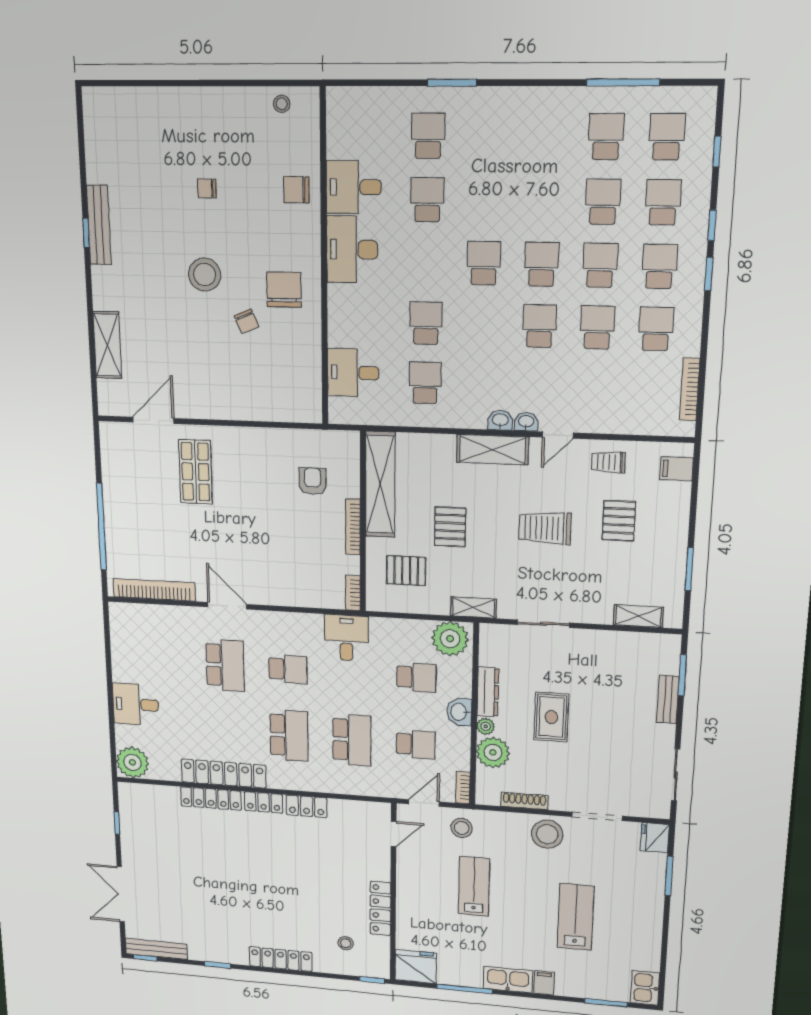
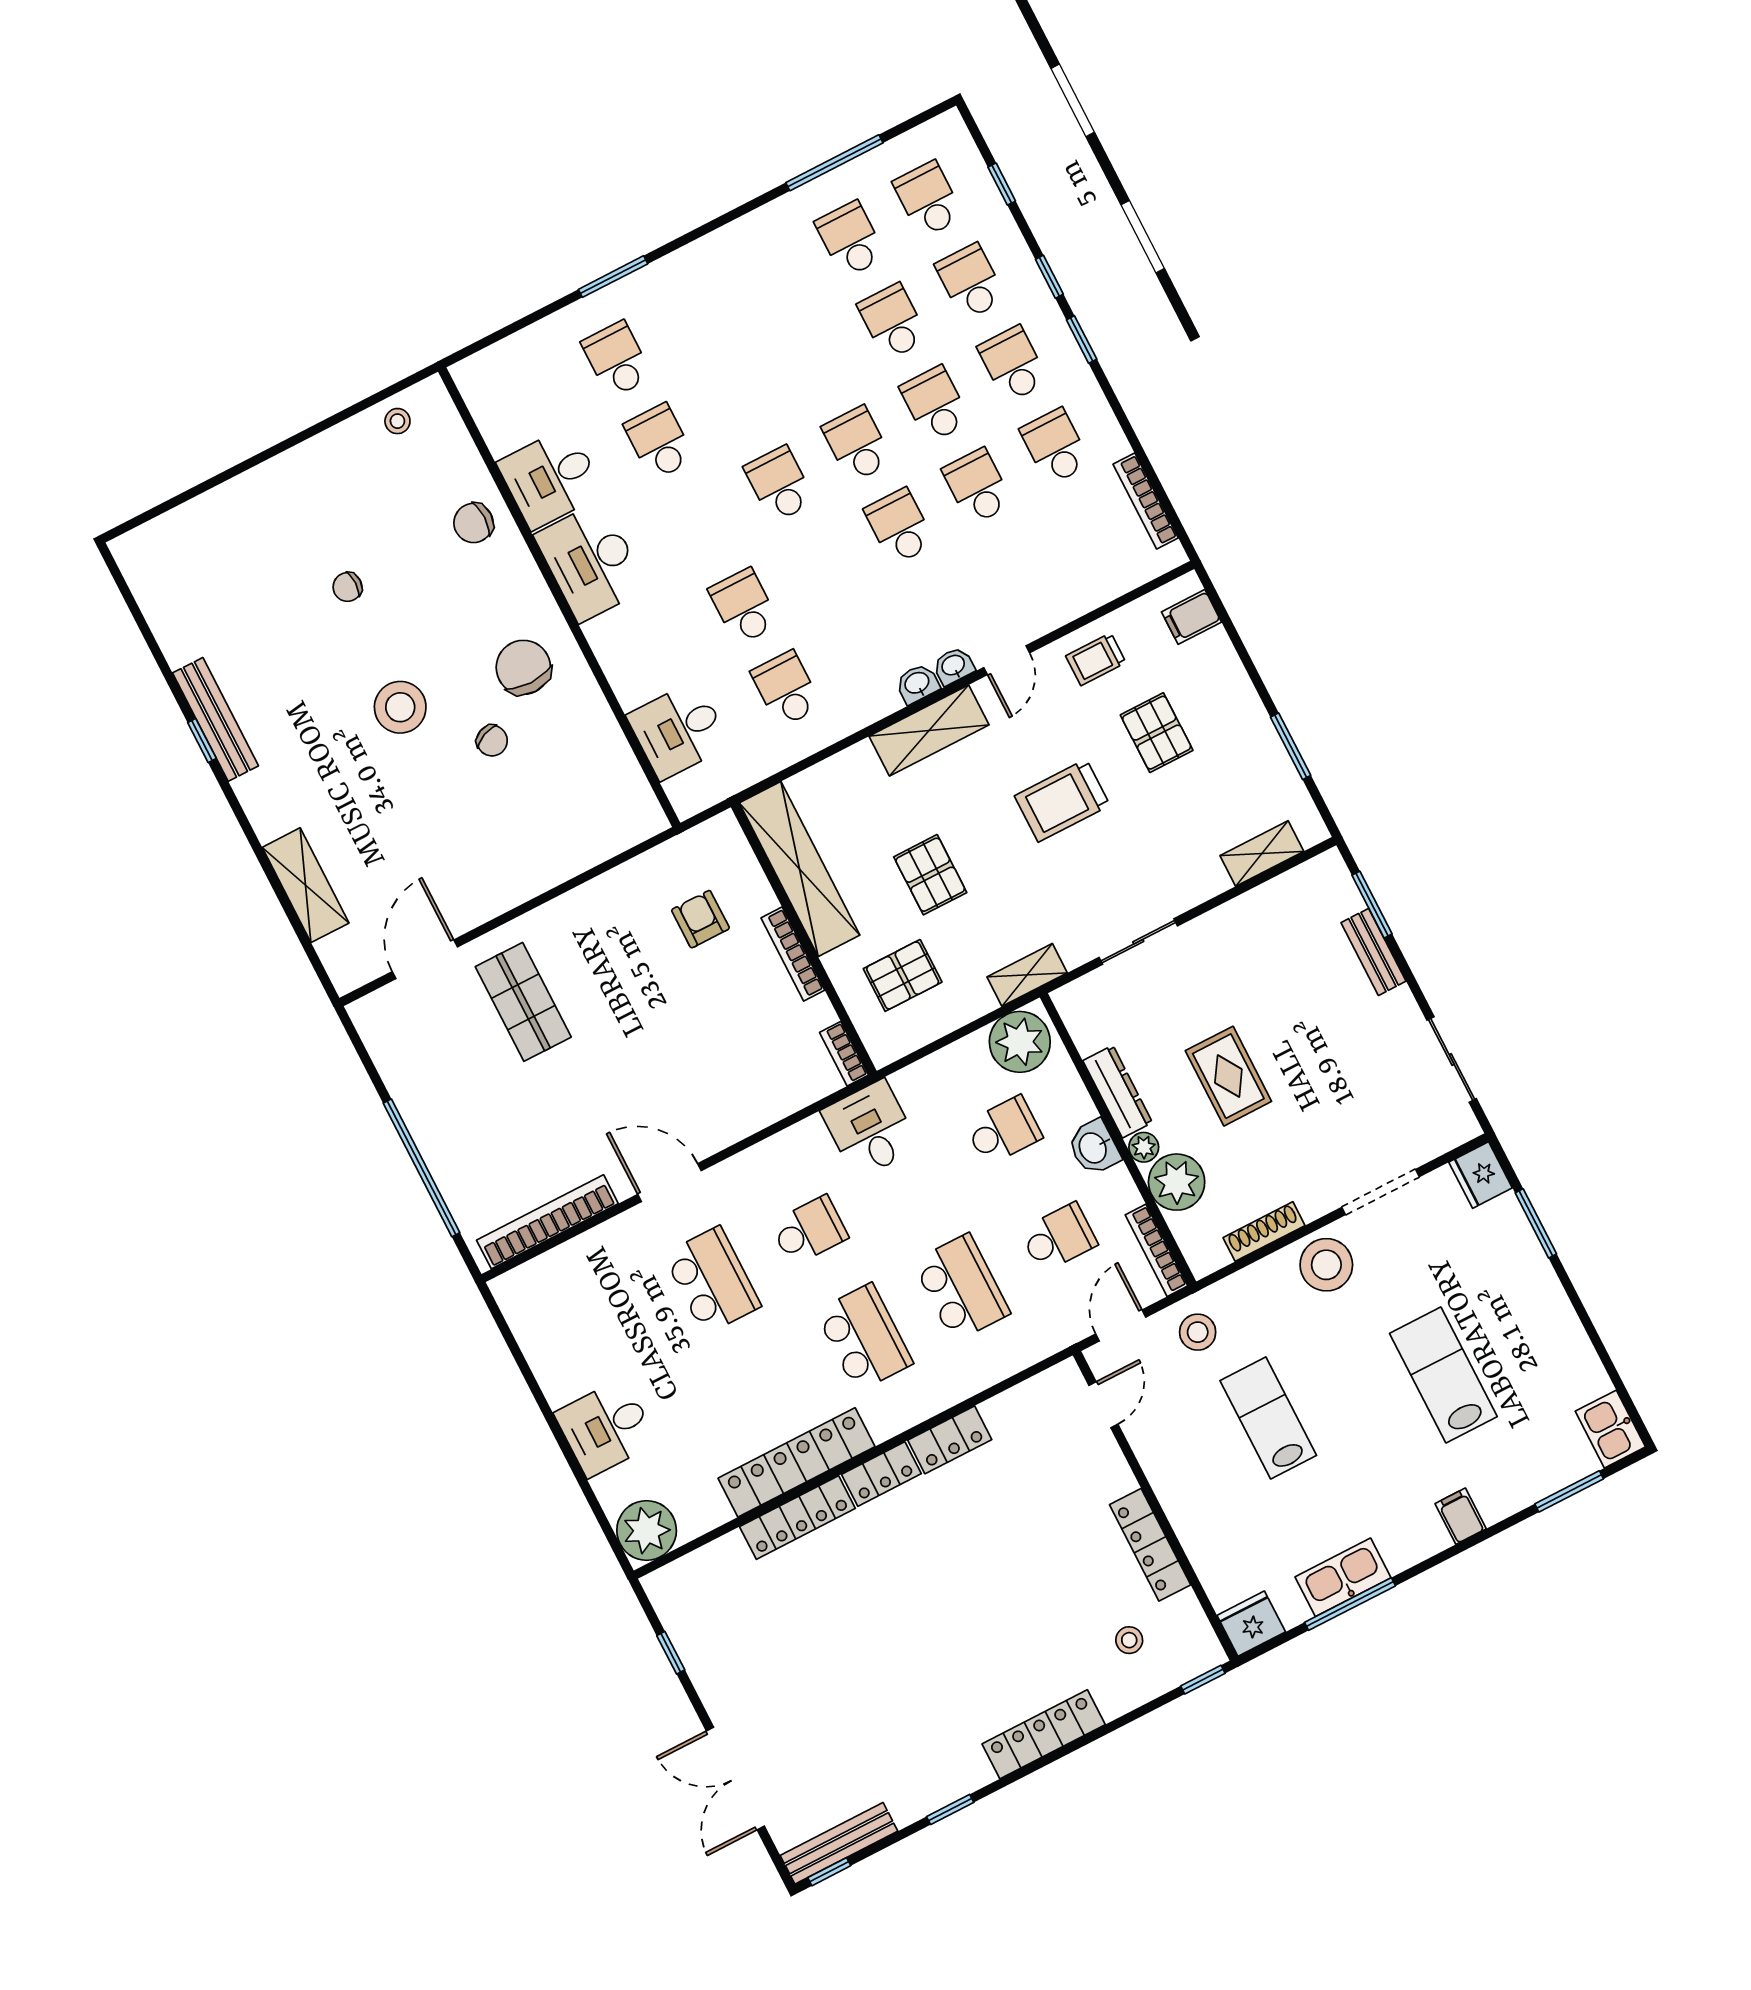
bookcase: (463, 788) -> (1156, 1250), width x1.56
fridge: (416, 967) -> (1251, 1624), width x0.73, depth x0.75
kitchen sink: (508, 980) -> (1343, 1577), moved

